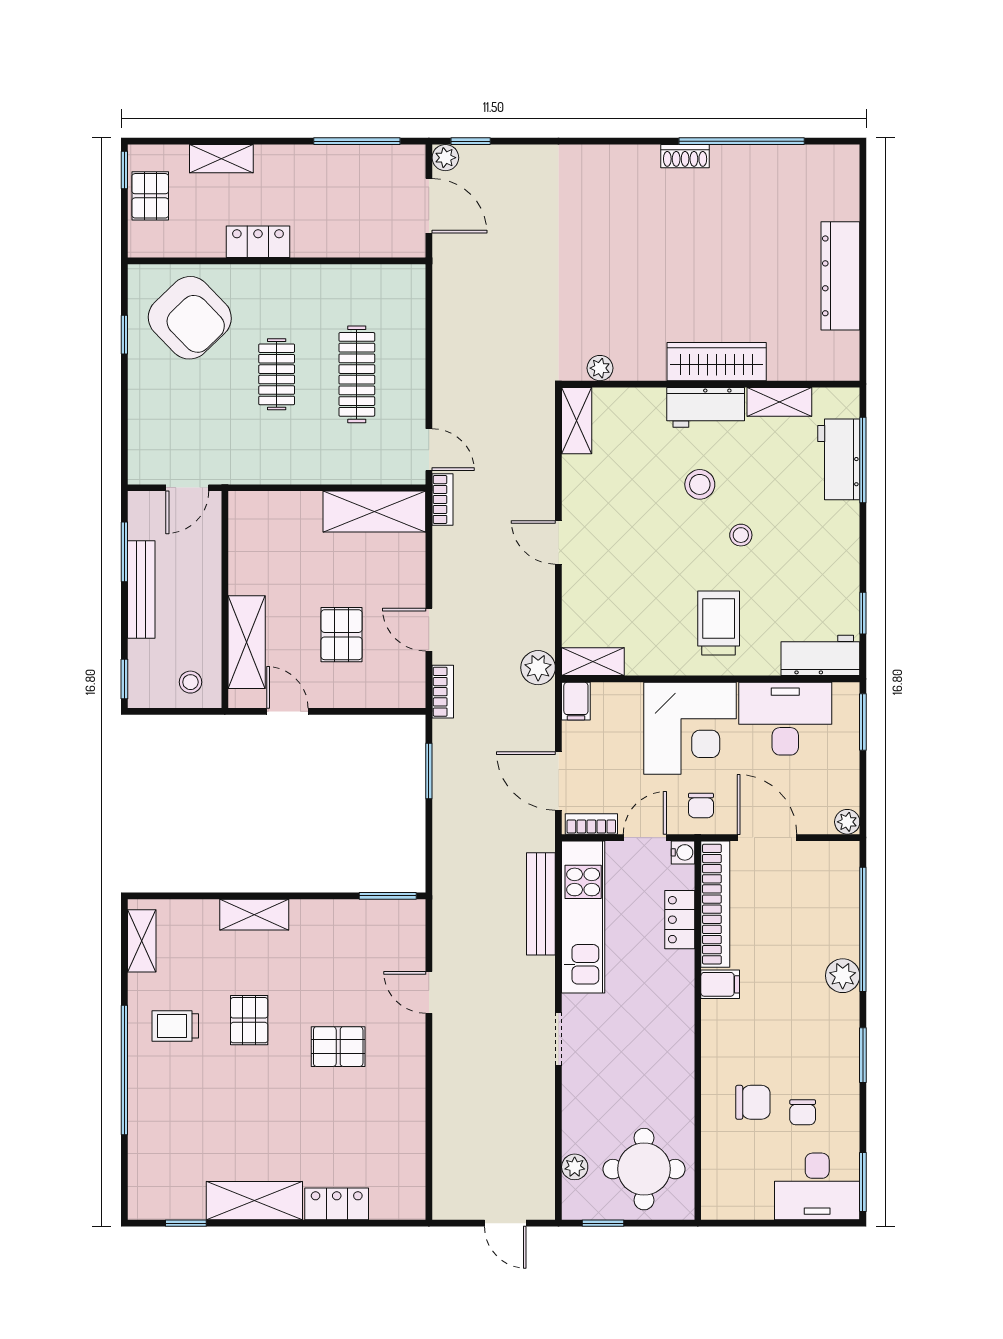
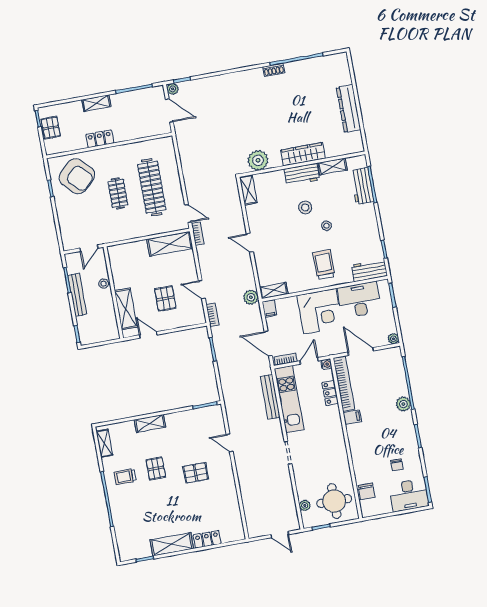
shelving: (221, 159) -> (96, 103), moved
plant: (600, 368) -> (258, 160), width x1.87, depth x1.87
clothes rail: (357, 374) -> (152, 187), width x1.37, depth x1.31
stool: (190, 682) -> (104, 284), moved
chair: (701, 805) -> (330, 343), removed
chair: (753, 1102) -> (367, 491), moved, turned 90

